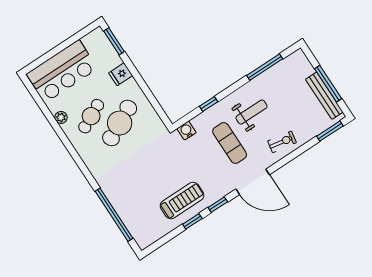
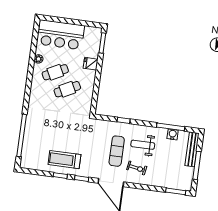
bench: (324, 96) -> (192, 149), moved
weight bench: (252, 112) -> (143, 145), turned 180
cafe table: (120, 123) -> (67, 89), width x0.73, depth x0.74
water cooler: (187, 131) -> (173, 134), moved
exercise bike: (282, 142) -> (137, 168), moved
treadmill: (182, 201) -> (64, 160), turned 180

